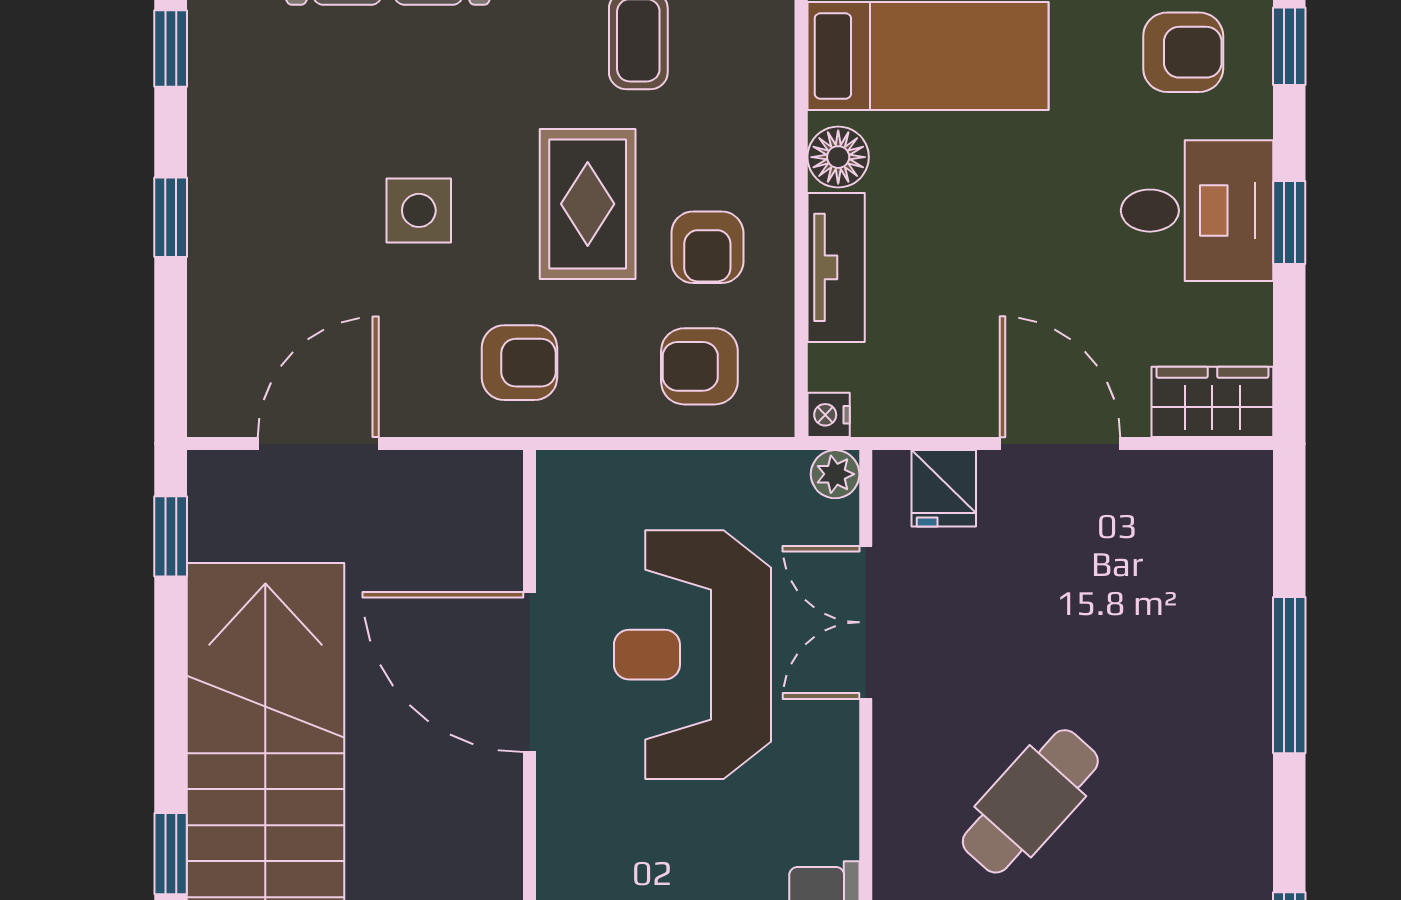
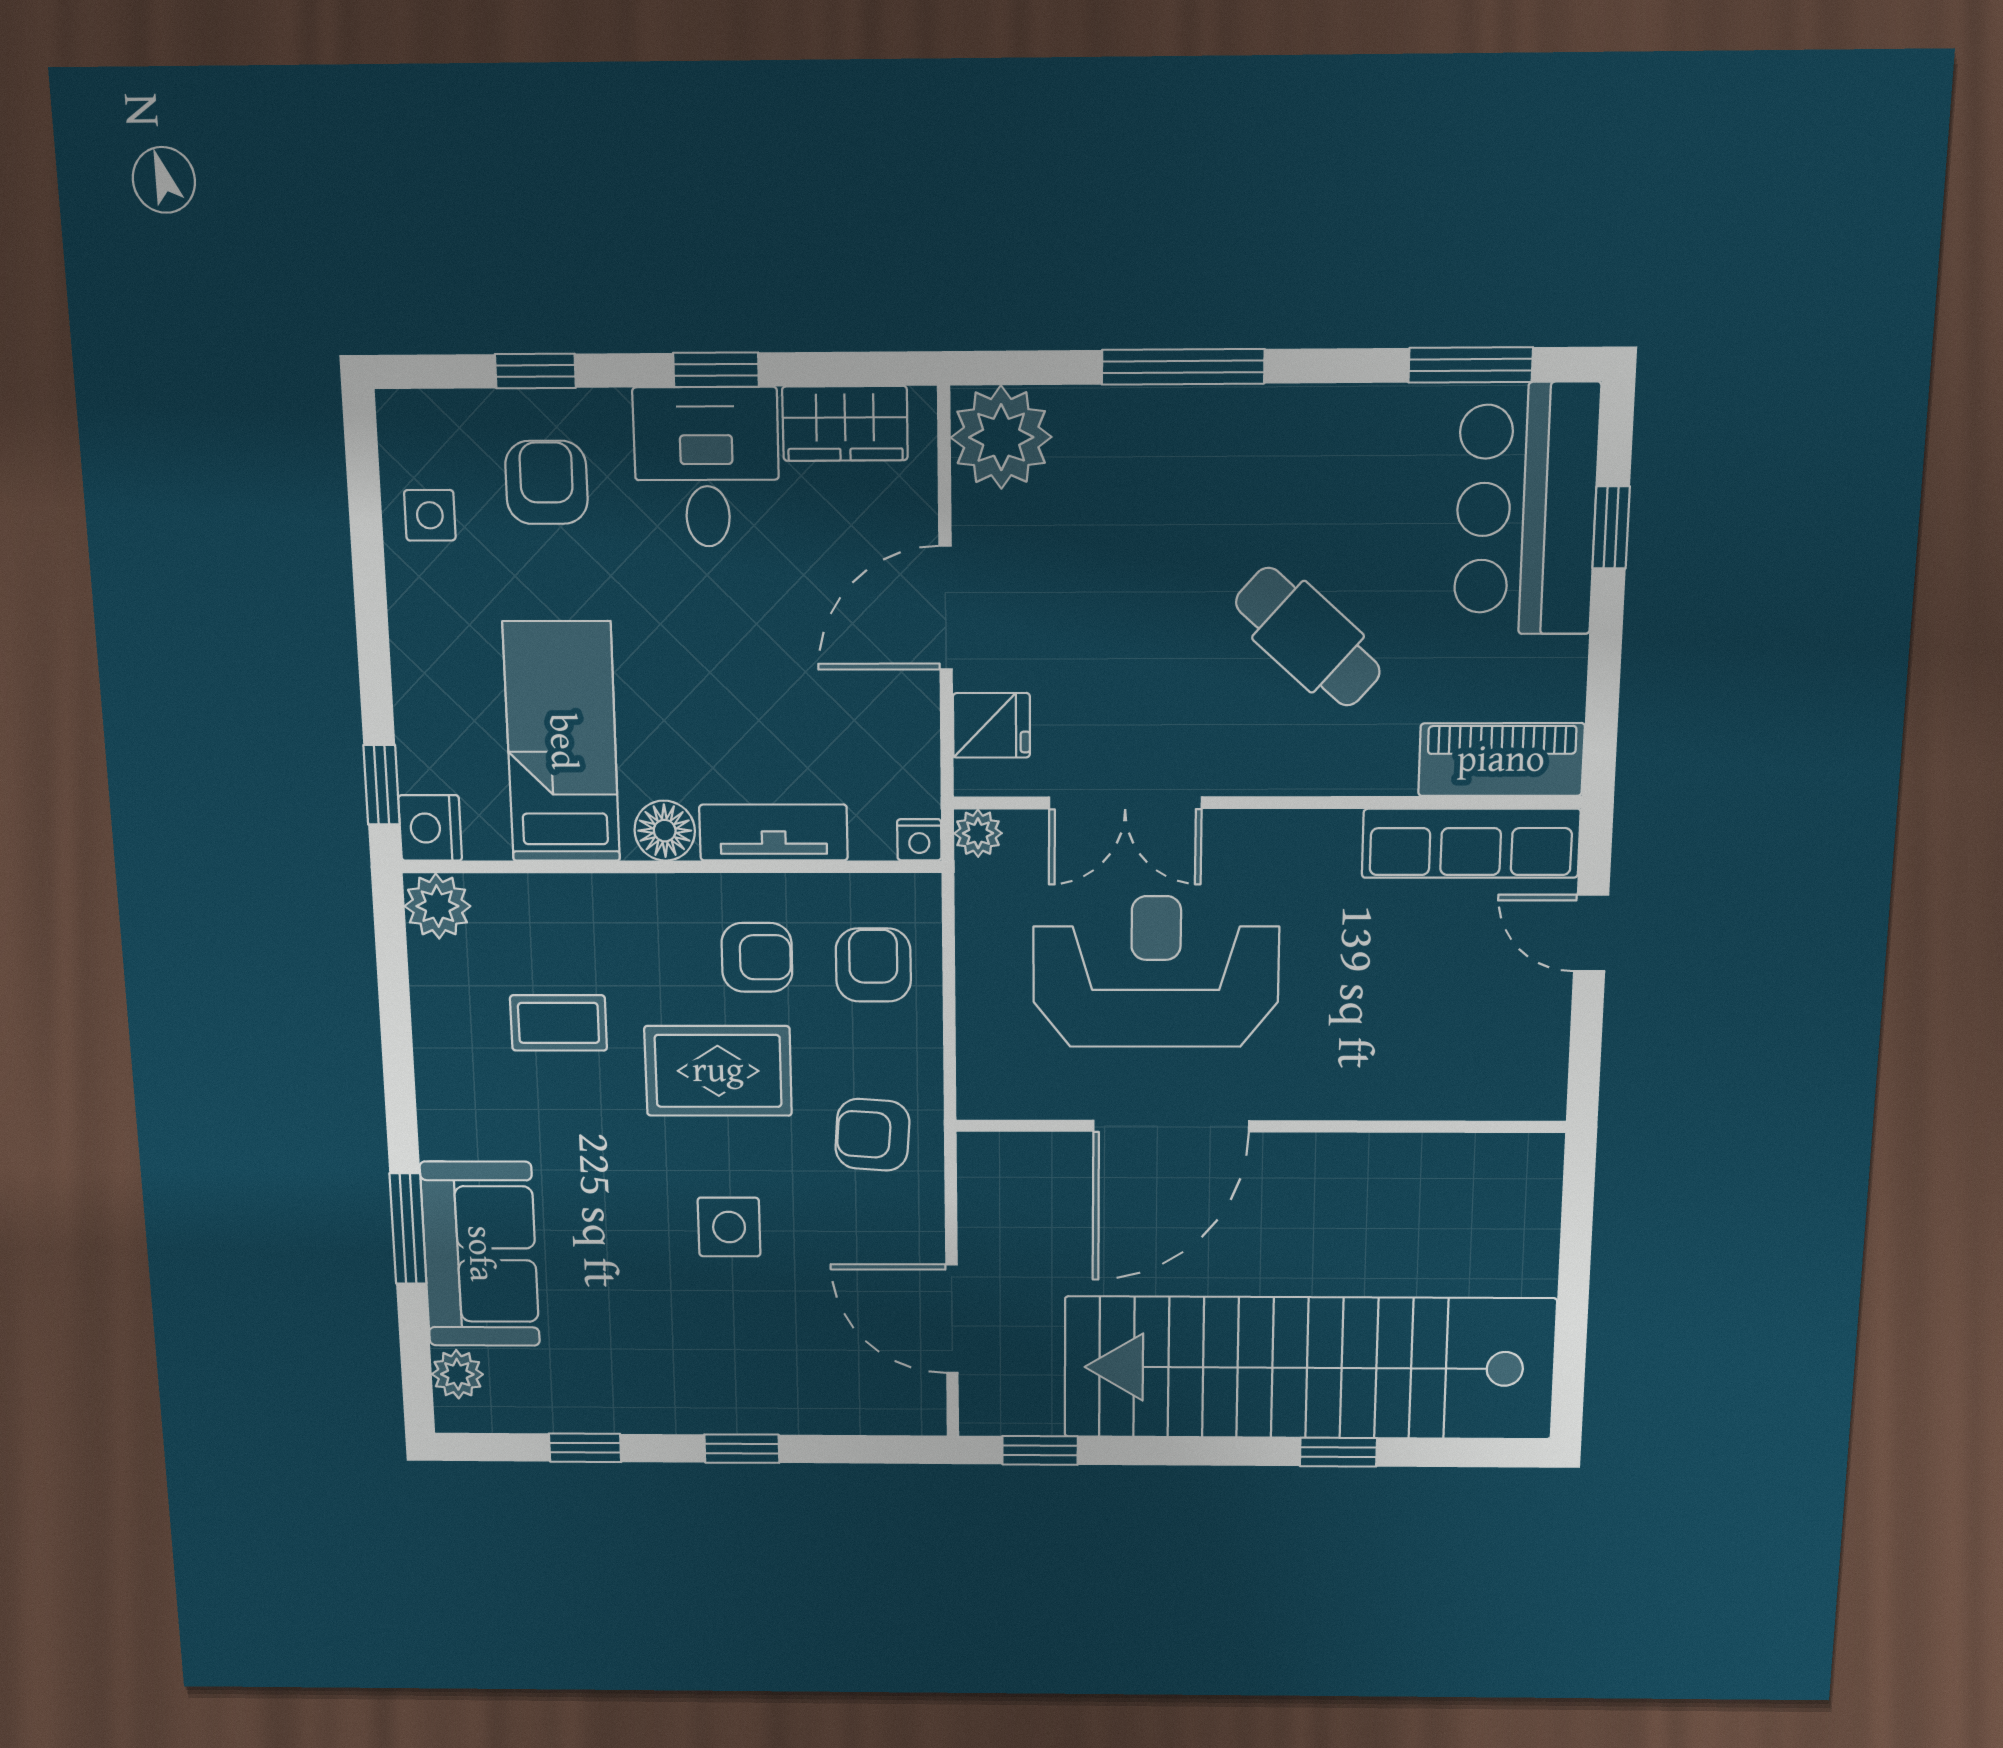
armchair: (519, 363) -> (872, 1135), turned -86
armchair: (699, 366) -> (873, 965), turned 180
wardrobe: (1212, 402) -> (845, 423), moved, turned -90
plant: (1224, 499) -> (1001, 437), added
reception desk: (692, 655) -> (1156, 972), turned 180

